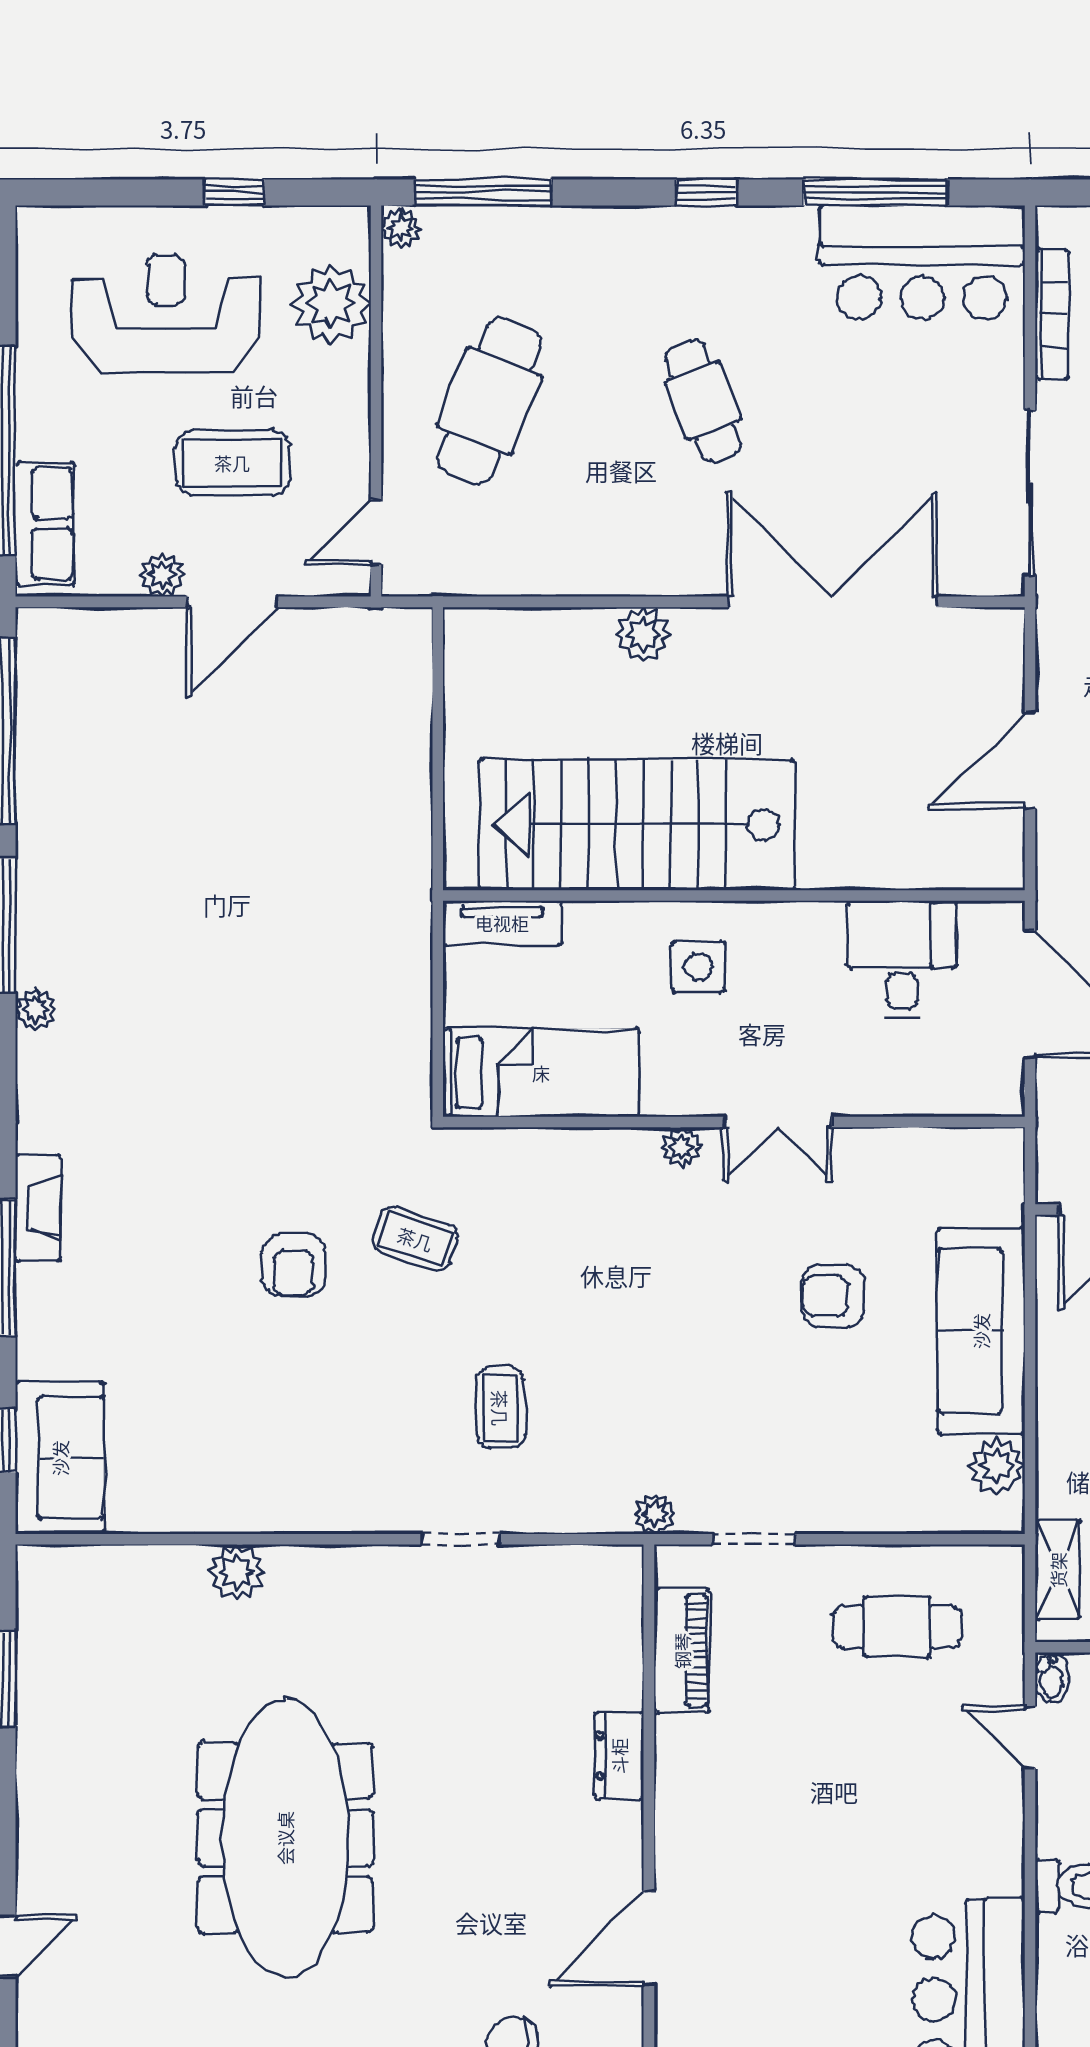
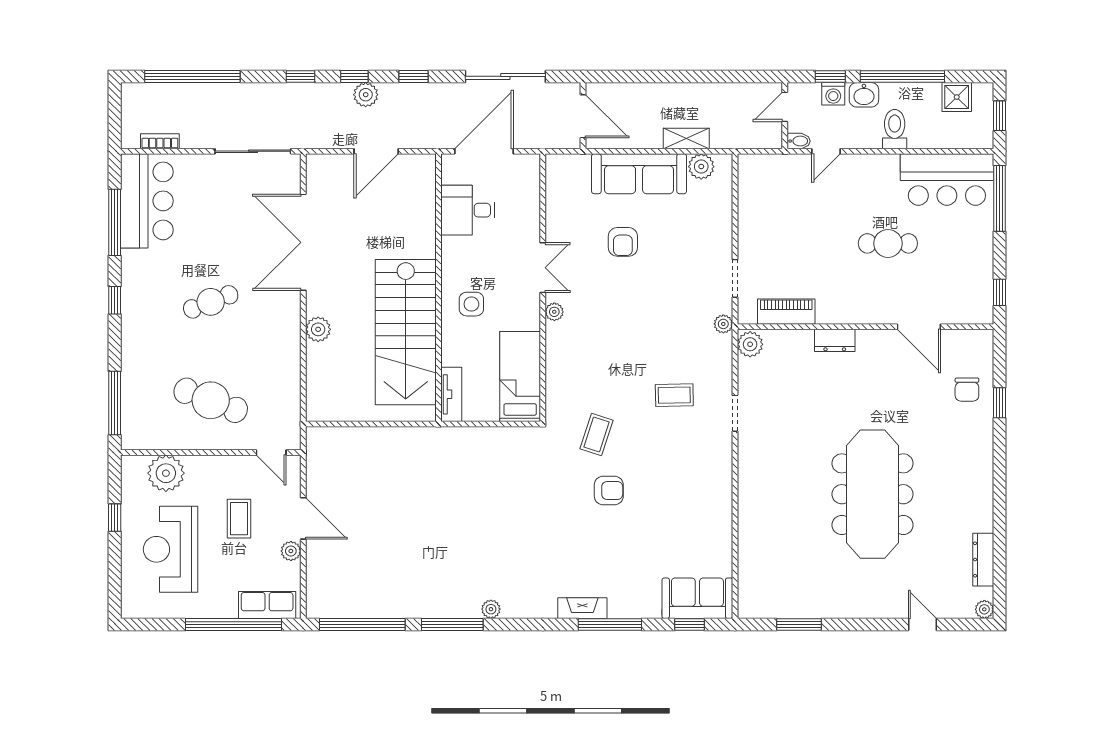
plant: (401, 228) -> (131, 441), removed
bookcase: (1052, 314) -> (160, 141), width x0.64
coffee table: (232, 463) -> (239, 519), width x0.73, depth x0.77
door: (1030, 760) -> (376, 151), hinge flipped
shelving: (1058, 1570) -> (686, 139), moved
plant: (237, 1572) -> (750, 344), moved
cafe table: (897, 1626) -> (888, 243), moved, turned 90
meeting table: (285, 1838) -> (873, 494), turned 90

